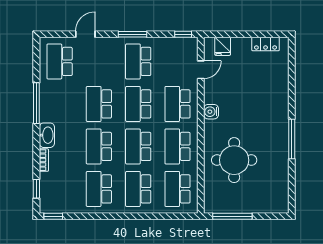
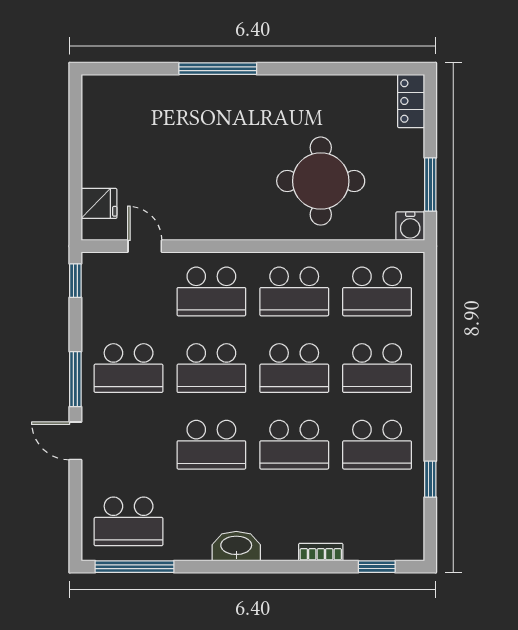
door: (85, 34) -> (75, 441), moved
locker: (266, 44) -> (411, 101), moved, turned 180
window: (36, 103) -> (134, 567), moved
water cooler: (211, 112) -> (410, 226), moved
washbasin: (47, 135) -> (236, 546), moved
window: (292, 139) -> (218, 69), moved
window: (53, 216) -> (430, 479), moved
window: (232, 216) -> (430, 184), width x0.69

